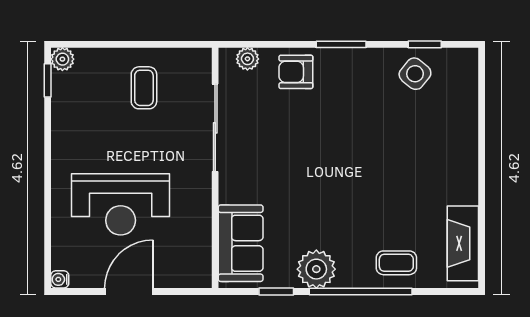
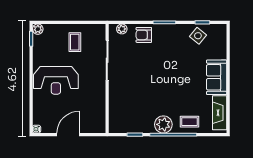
reception desk: (121, 204) -> (56, 80), moved
sofa: (241, 243) -> (217, 77), moved, turned 180
plant: (316, 269) -> (163, 124), moved

